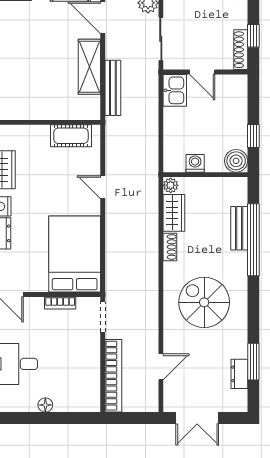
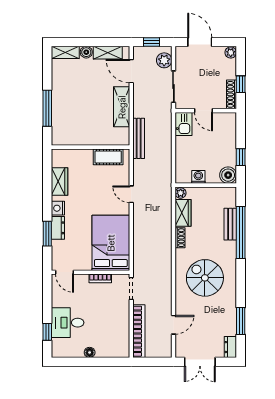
bench: (113, 88) -> (139, 138), moved
dresser: (239, 374) -> (230, 347), moved

